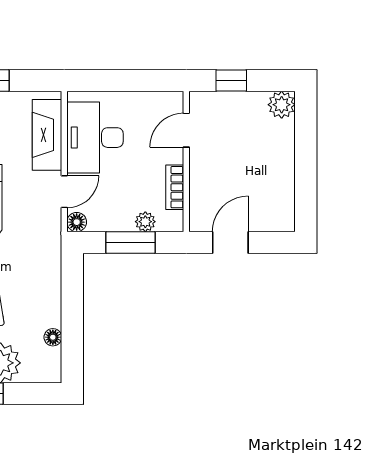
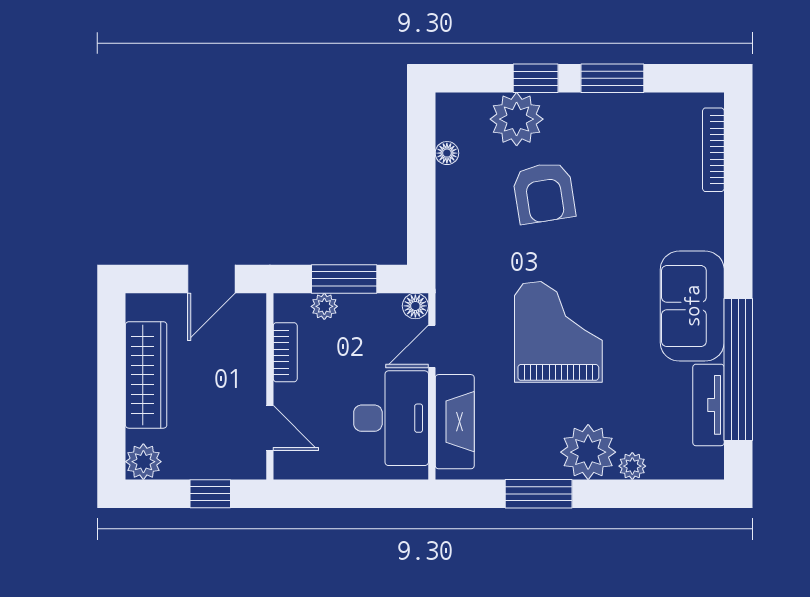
door: (186, 130) -> (270, 428), hinge flipped
wardrobe: (280, 170) -> (146, 375), added

